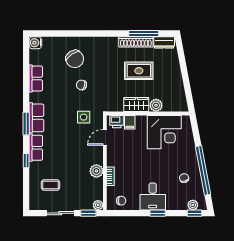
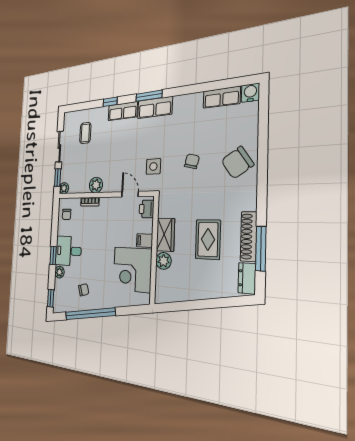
chair: (75, 59) -> (237, 163), moved
row of seats: (36, 79) -> (222, 97), moved
filing cabinet: (130, 122) -> (145, 241), moved
plant: (193, 205) -> (59, 272), moved

